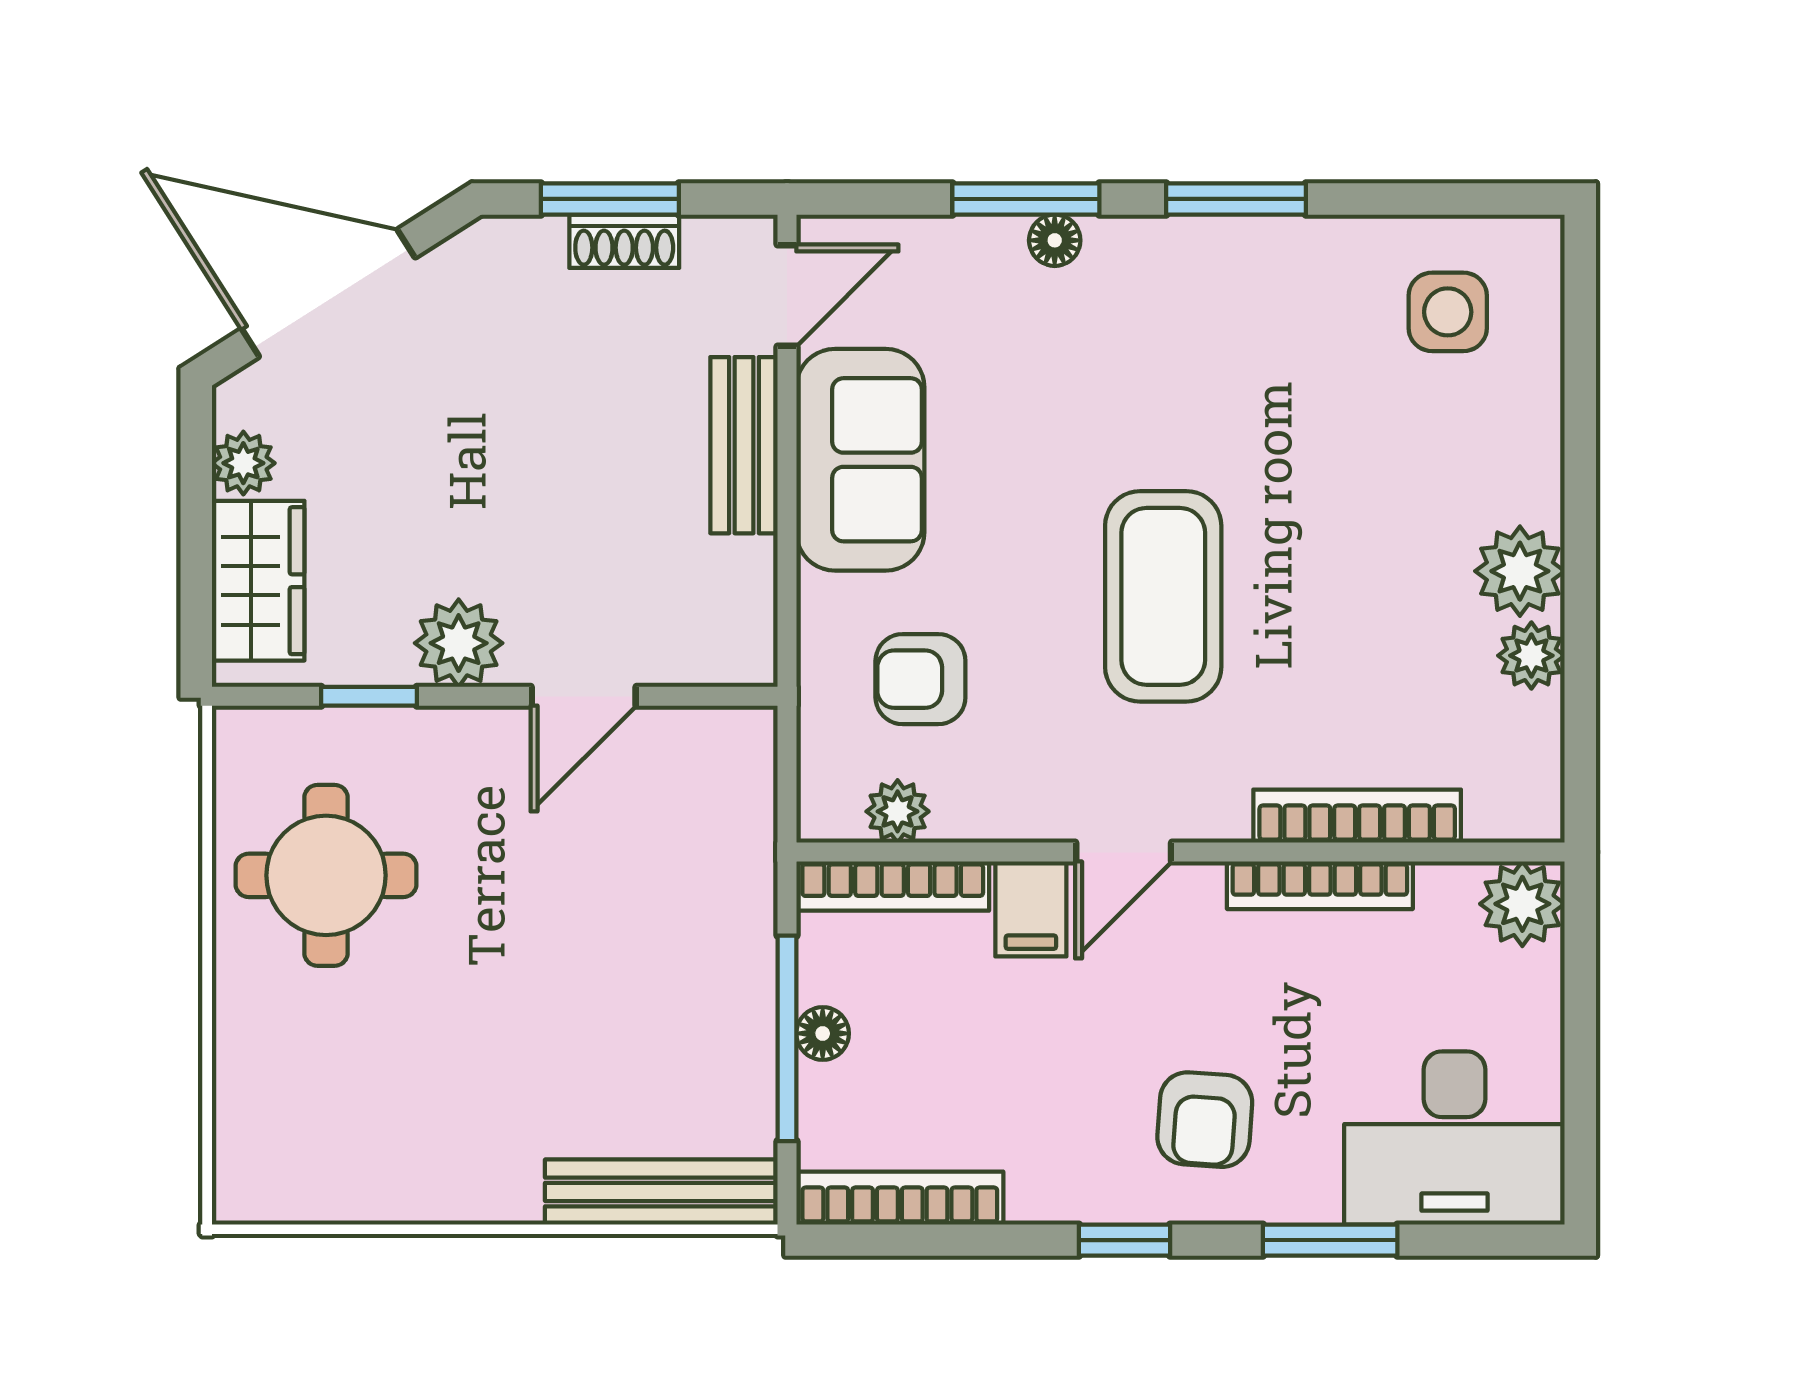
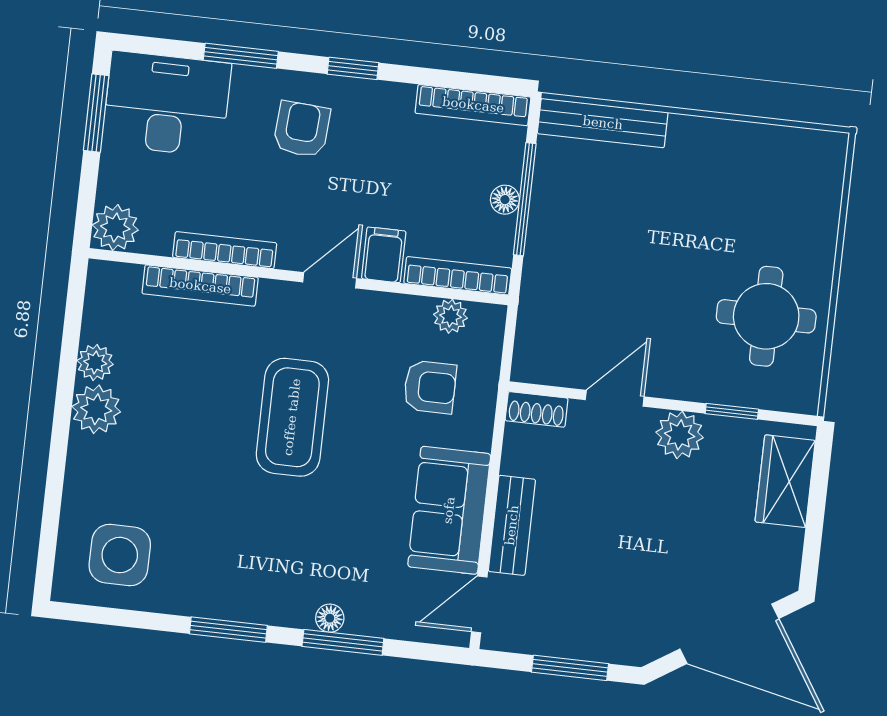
shoe rack: (624, 241) -> (537, 409), moved, turned 180
side table: (1448, 312) -> (120, 555), width x1.37, depth x1.37
plant: (243, 463) -> (786, 546), removed
window: (1580, 1107) -> (96, 113), added

